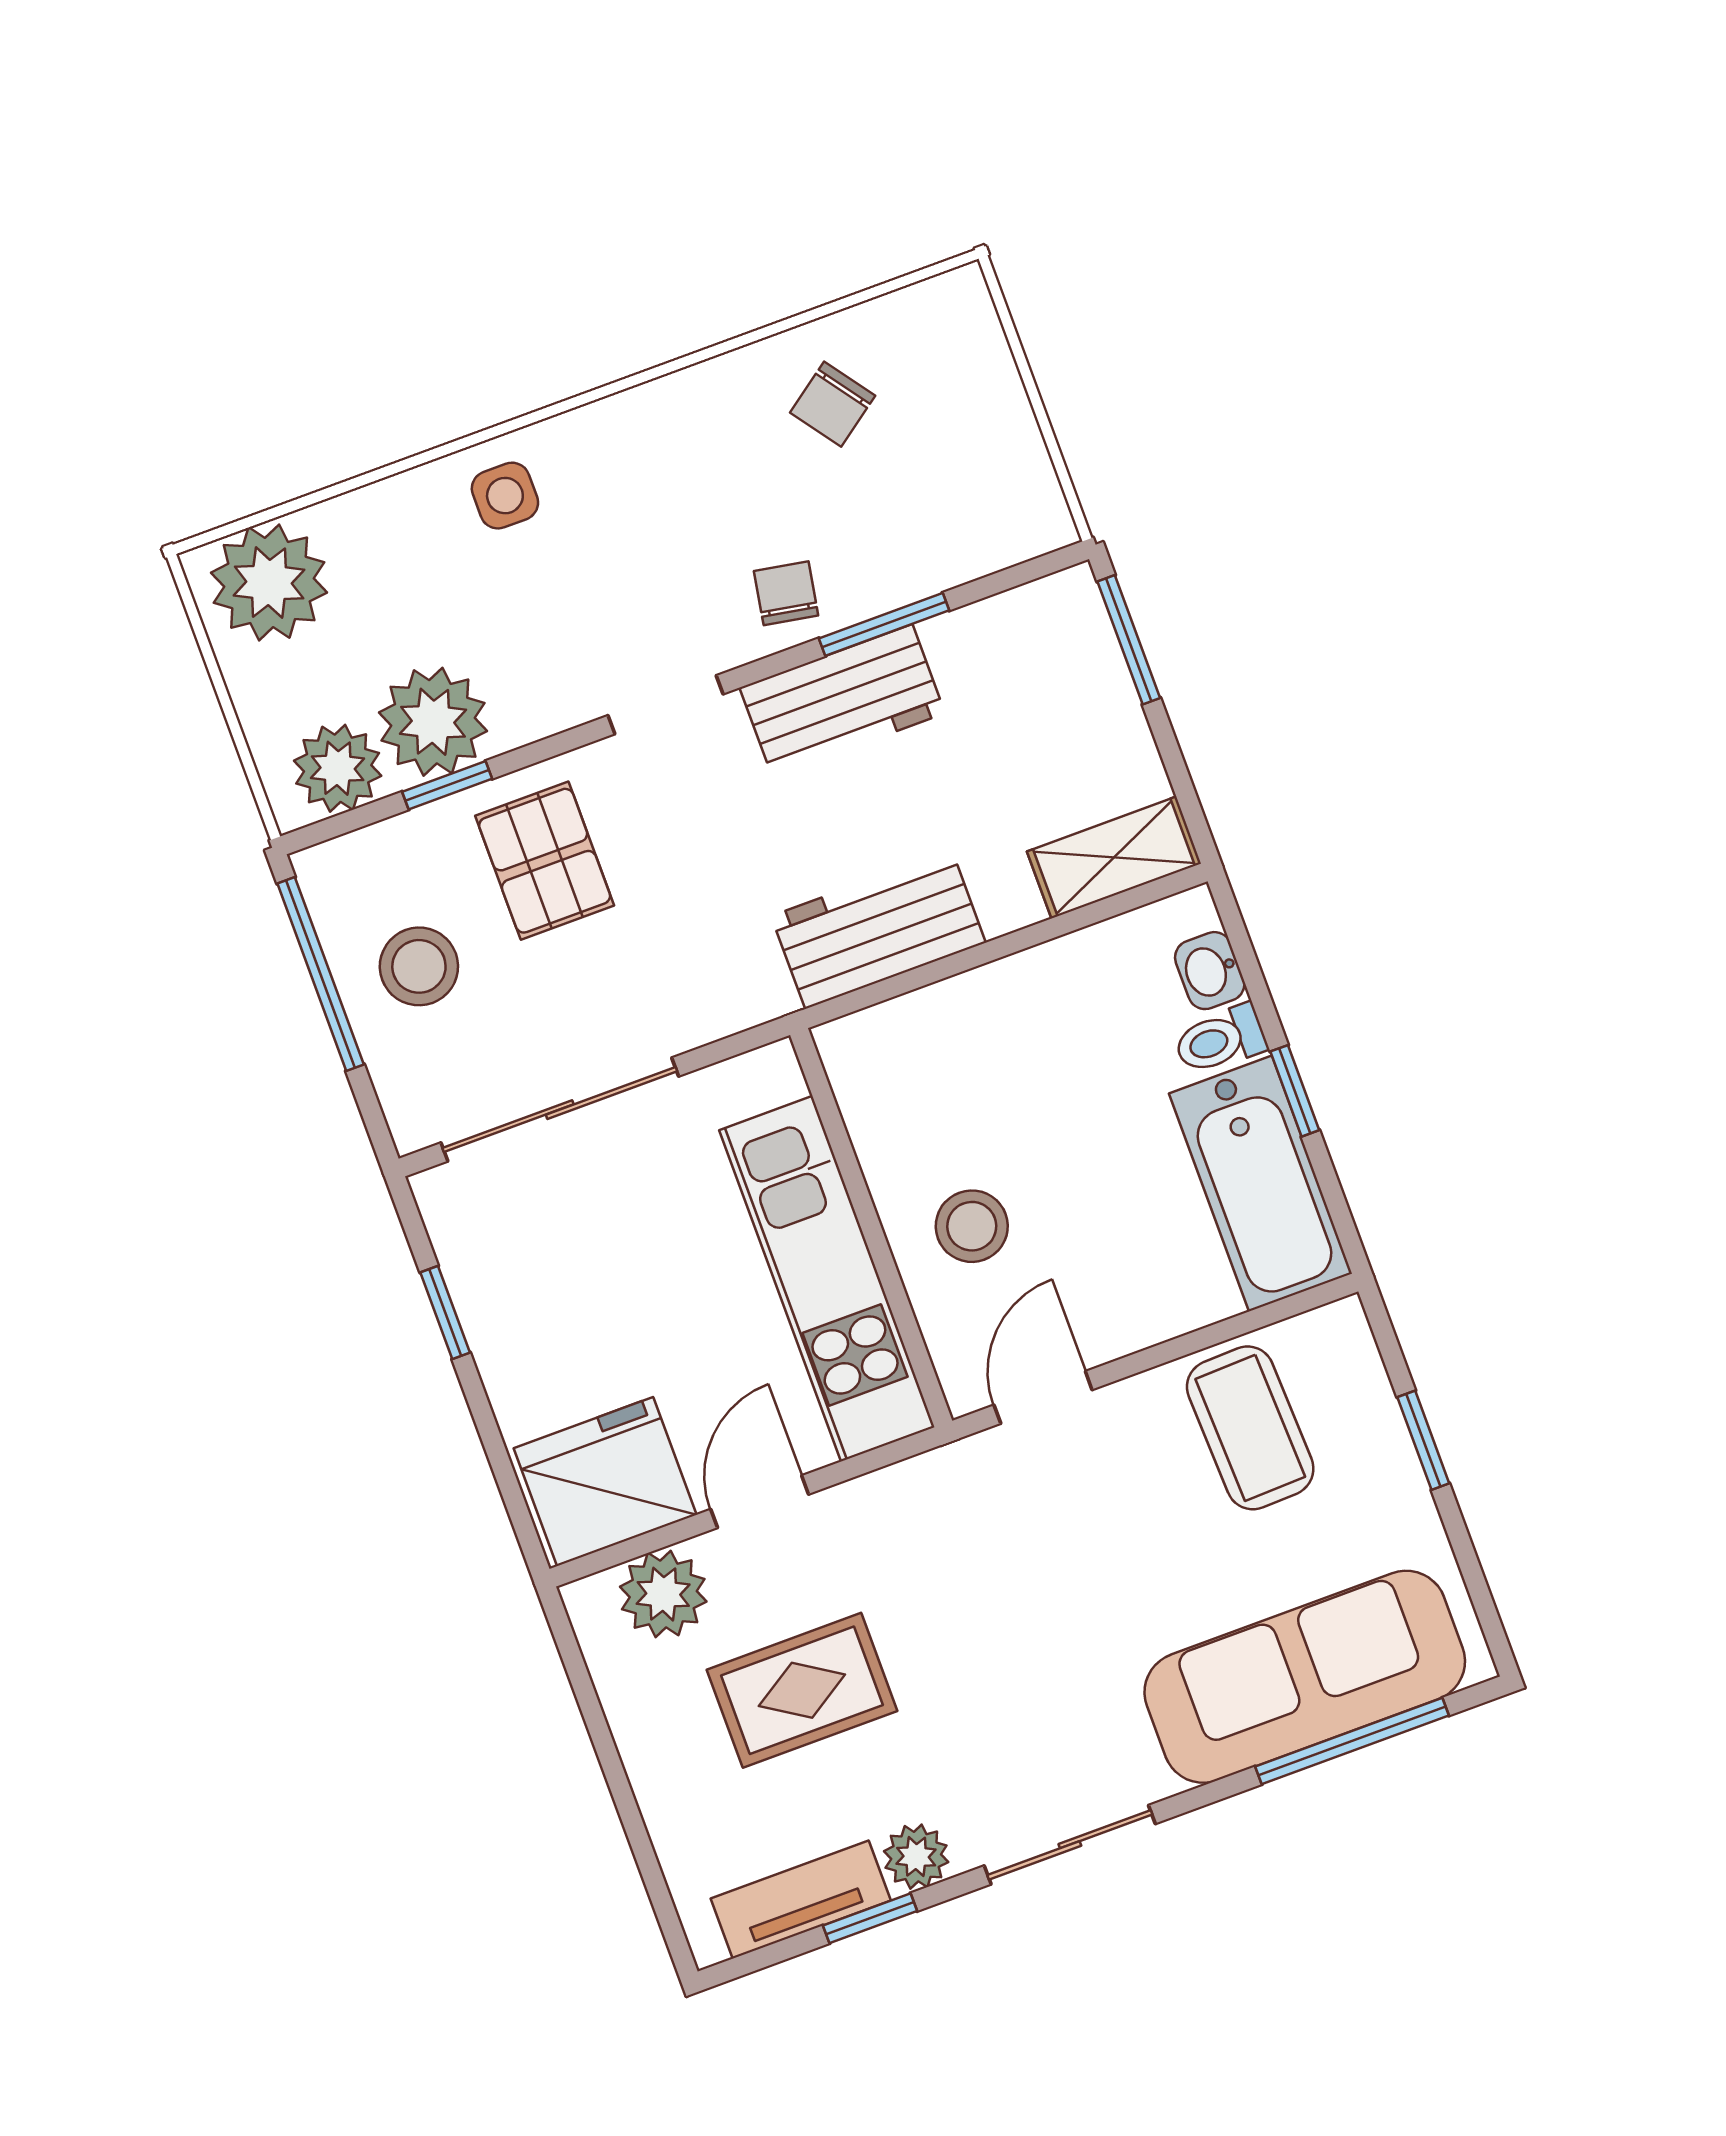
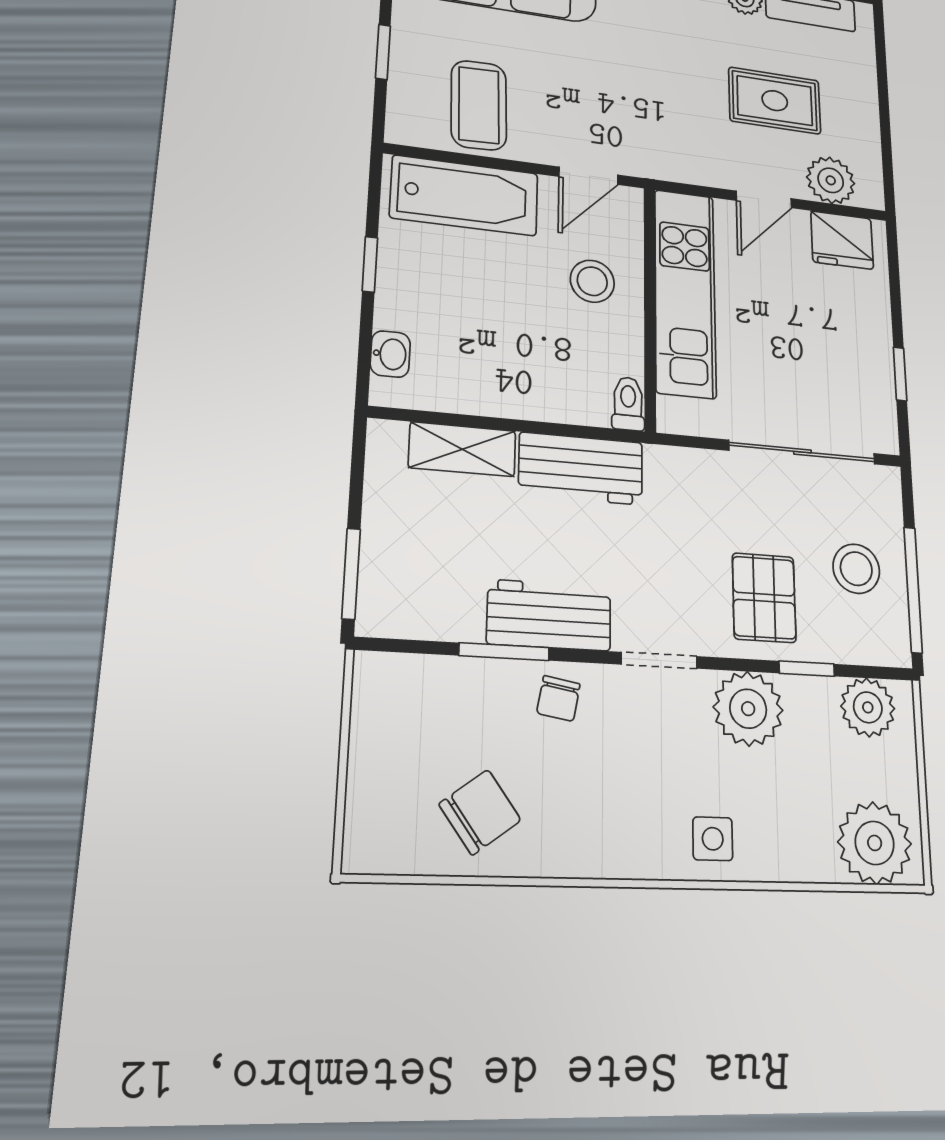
chair: (833, 404) -> (480, 812), width x1.37, depth x1.37
plant: (433, 722) -> (748, 709), moved
shelving: (1114, 857) -> (462, 449), moved
toilet: (1220, 1040) -> (628, 404), moved, turned -90
bathtub: (1260, 1183) -> (465, 196), moved, turned 90
fridge: (605, 1481) -> (842, 240), width x0.73, depth x0.75

